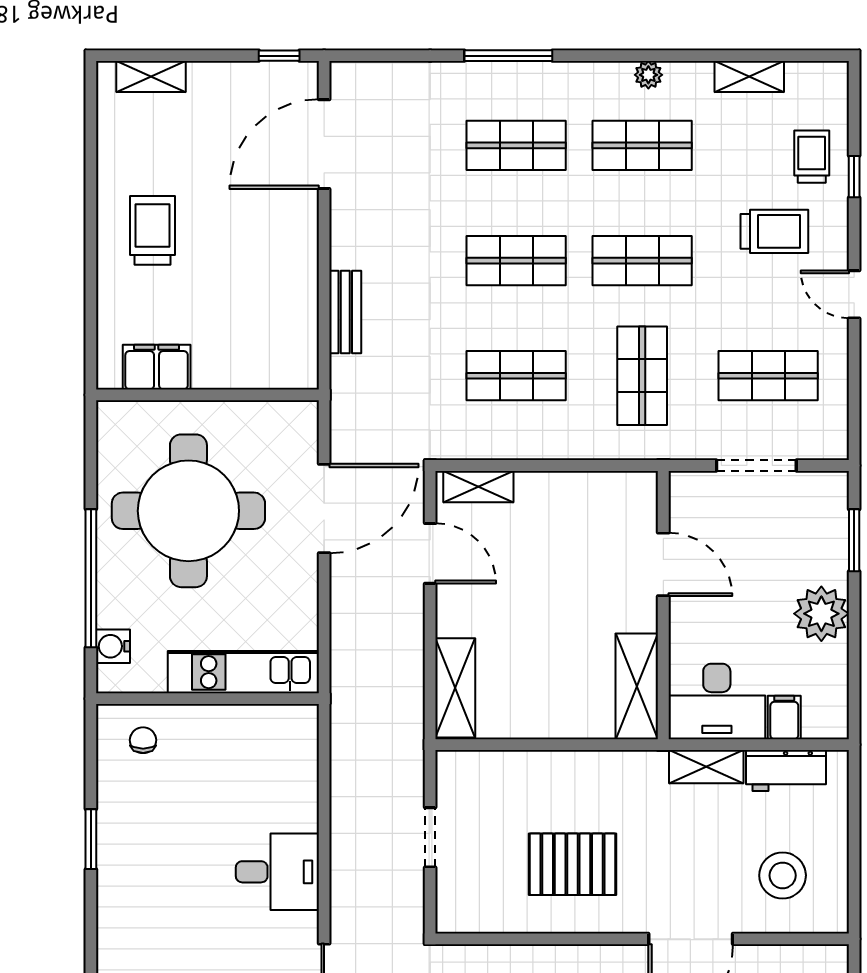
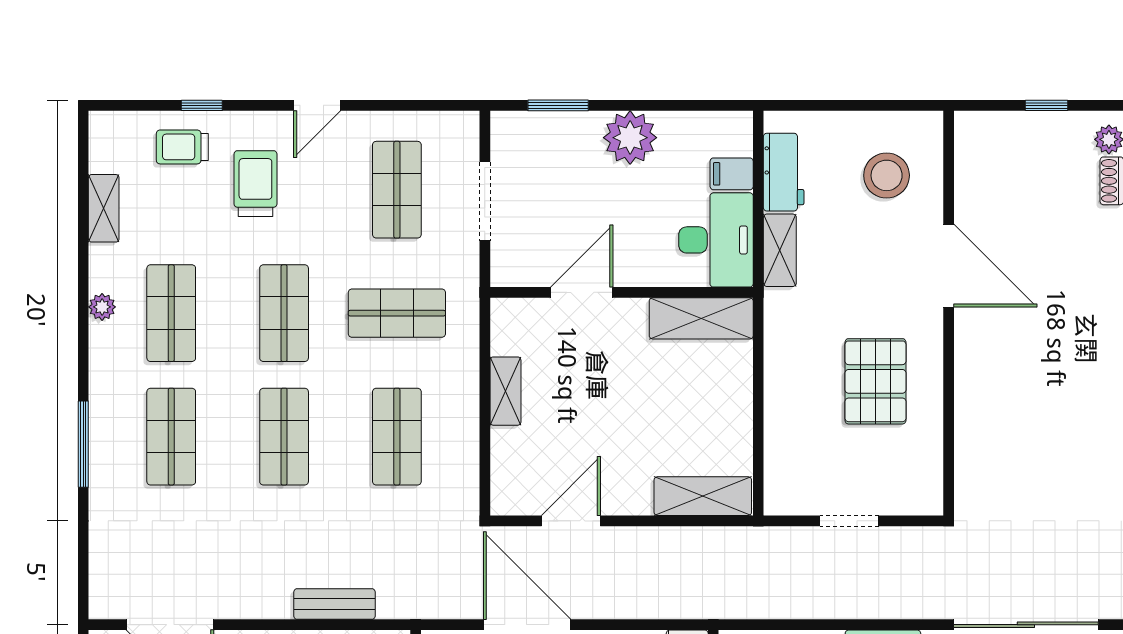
shelving: (478, 487) -> (505, 391), moved

